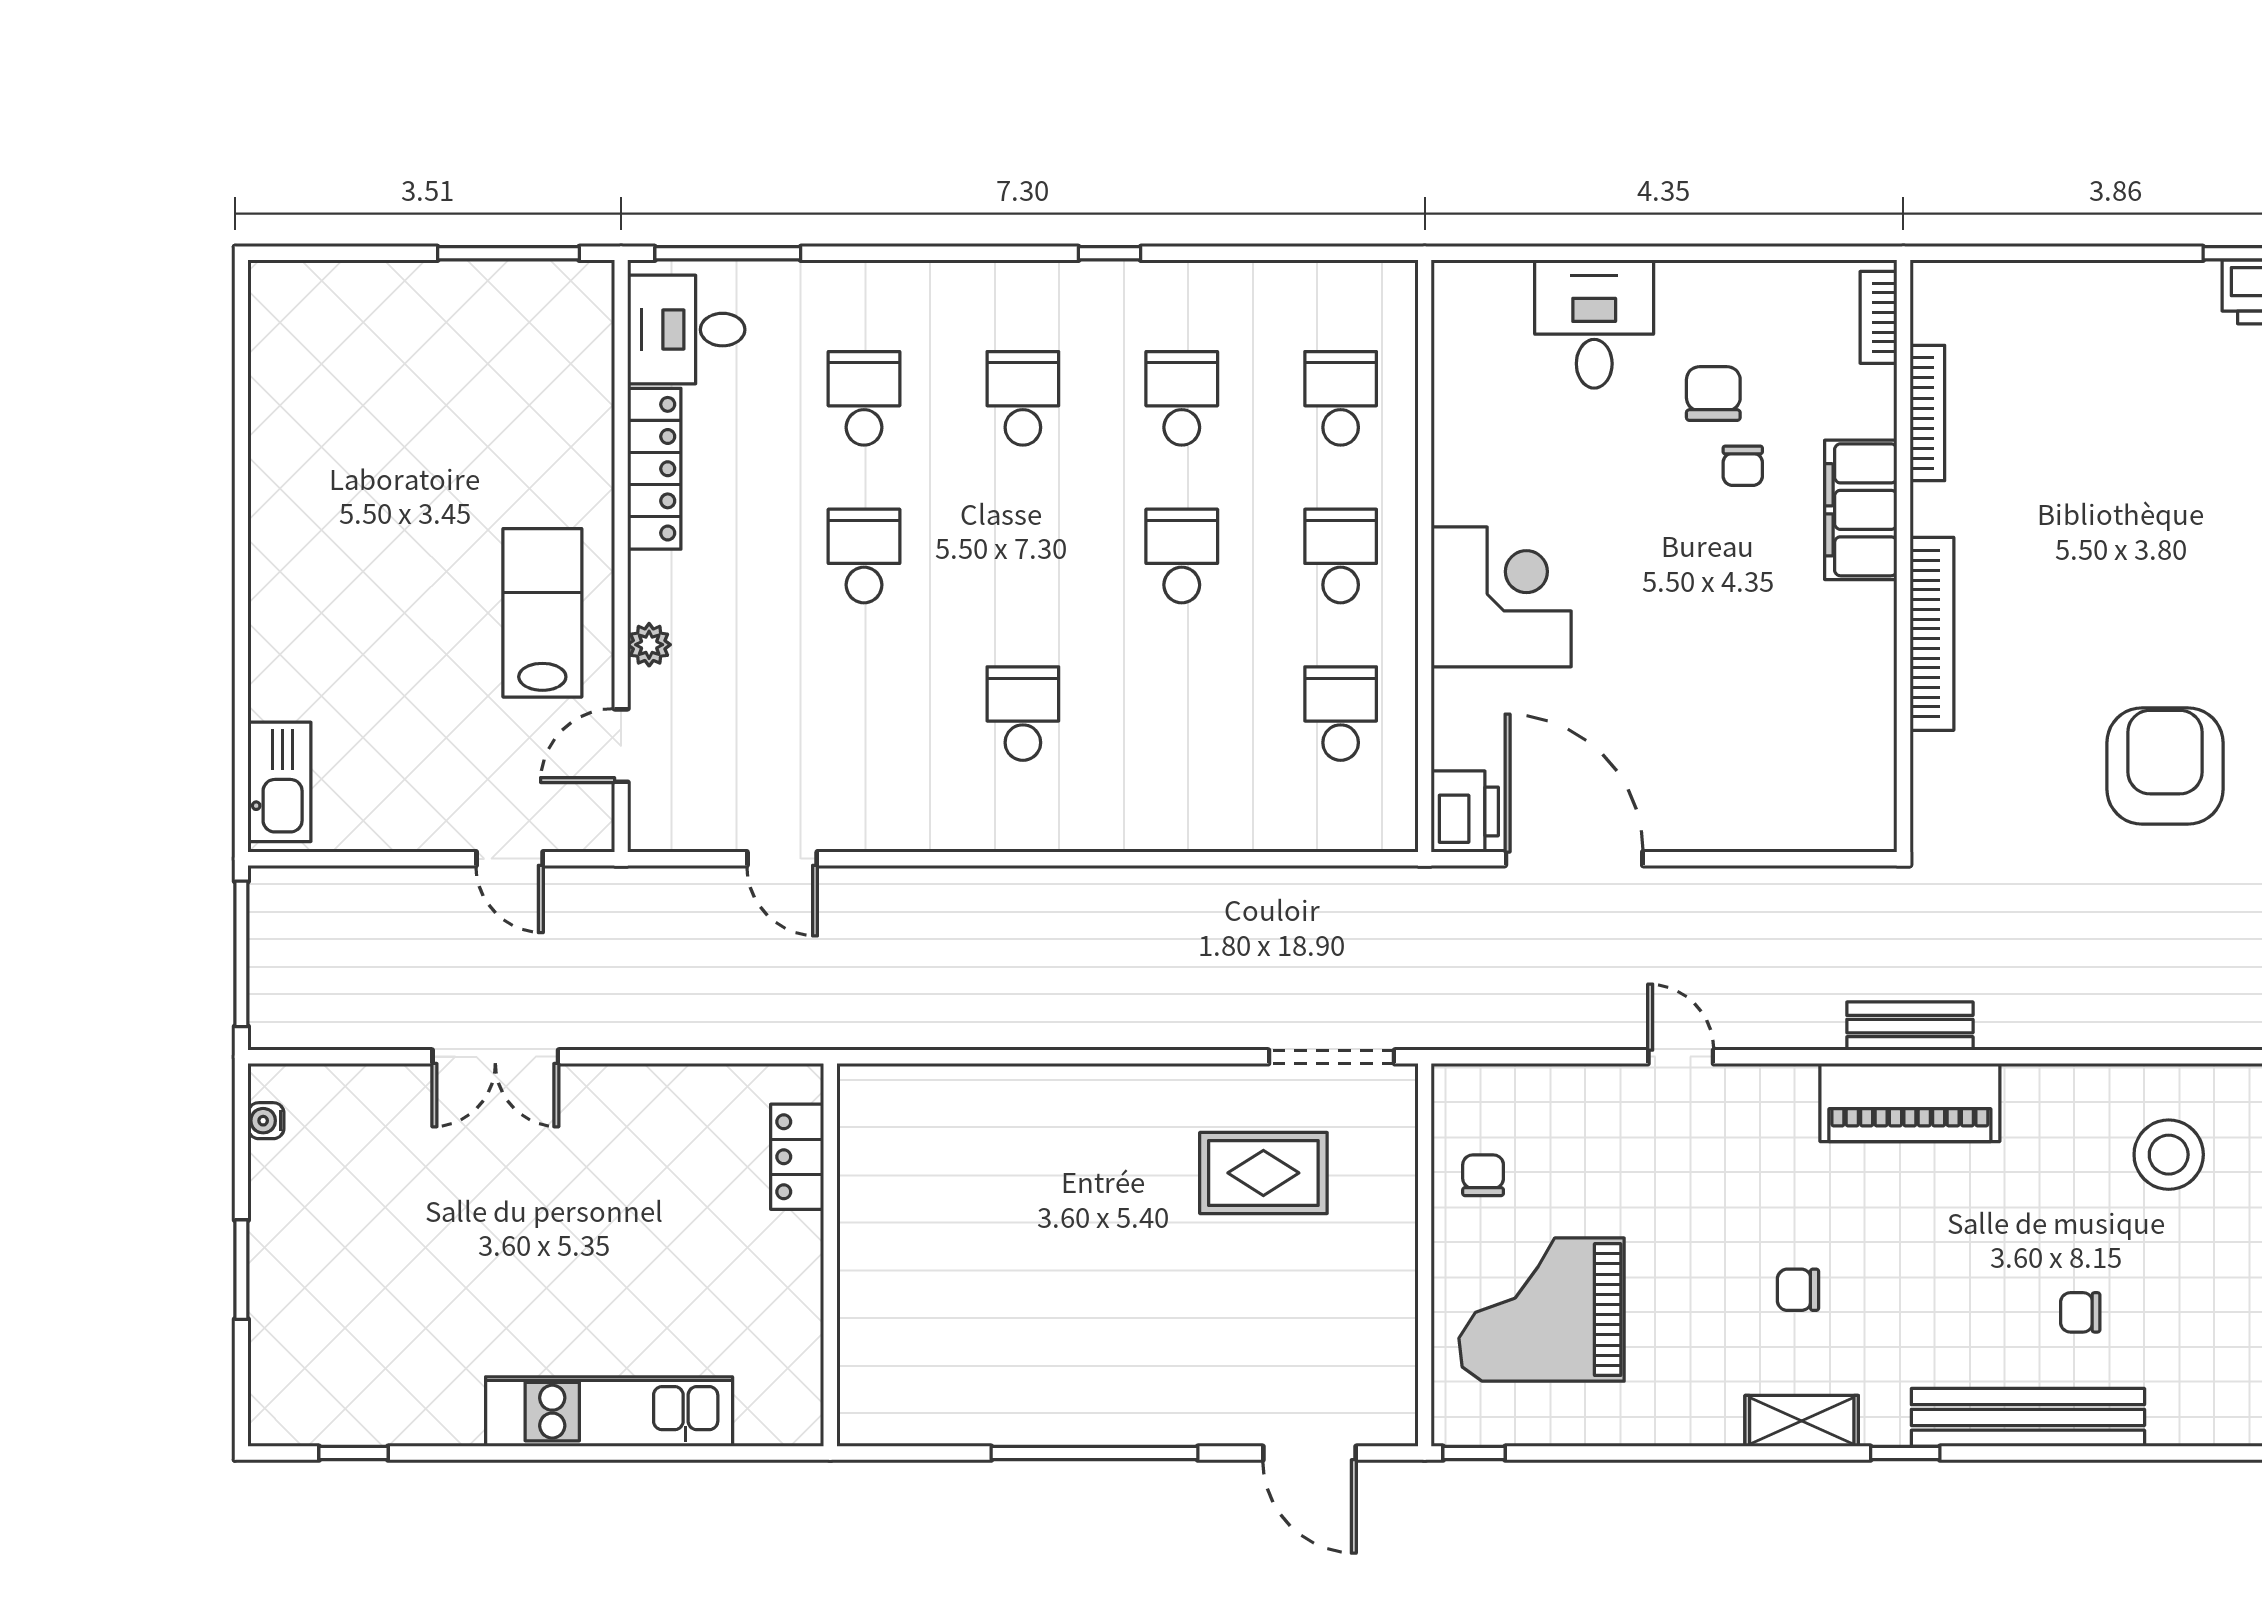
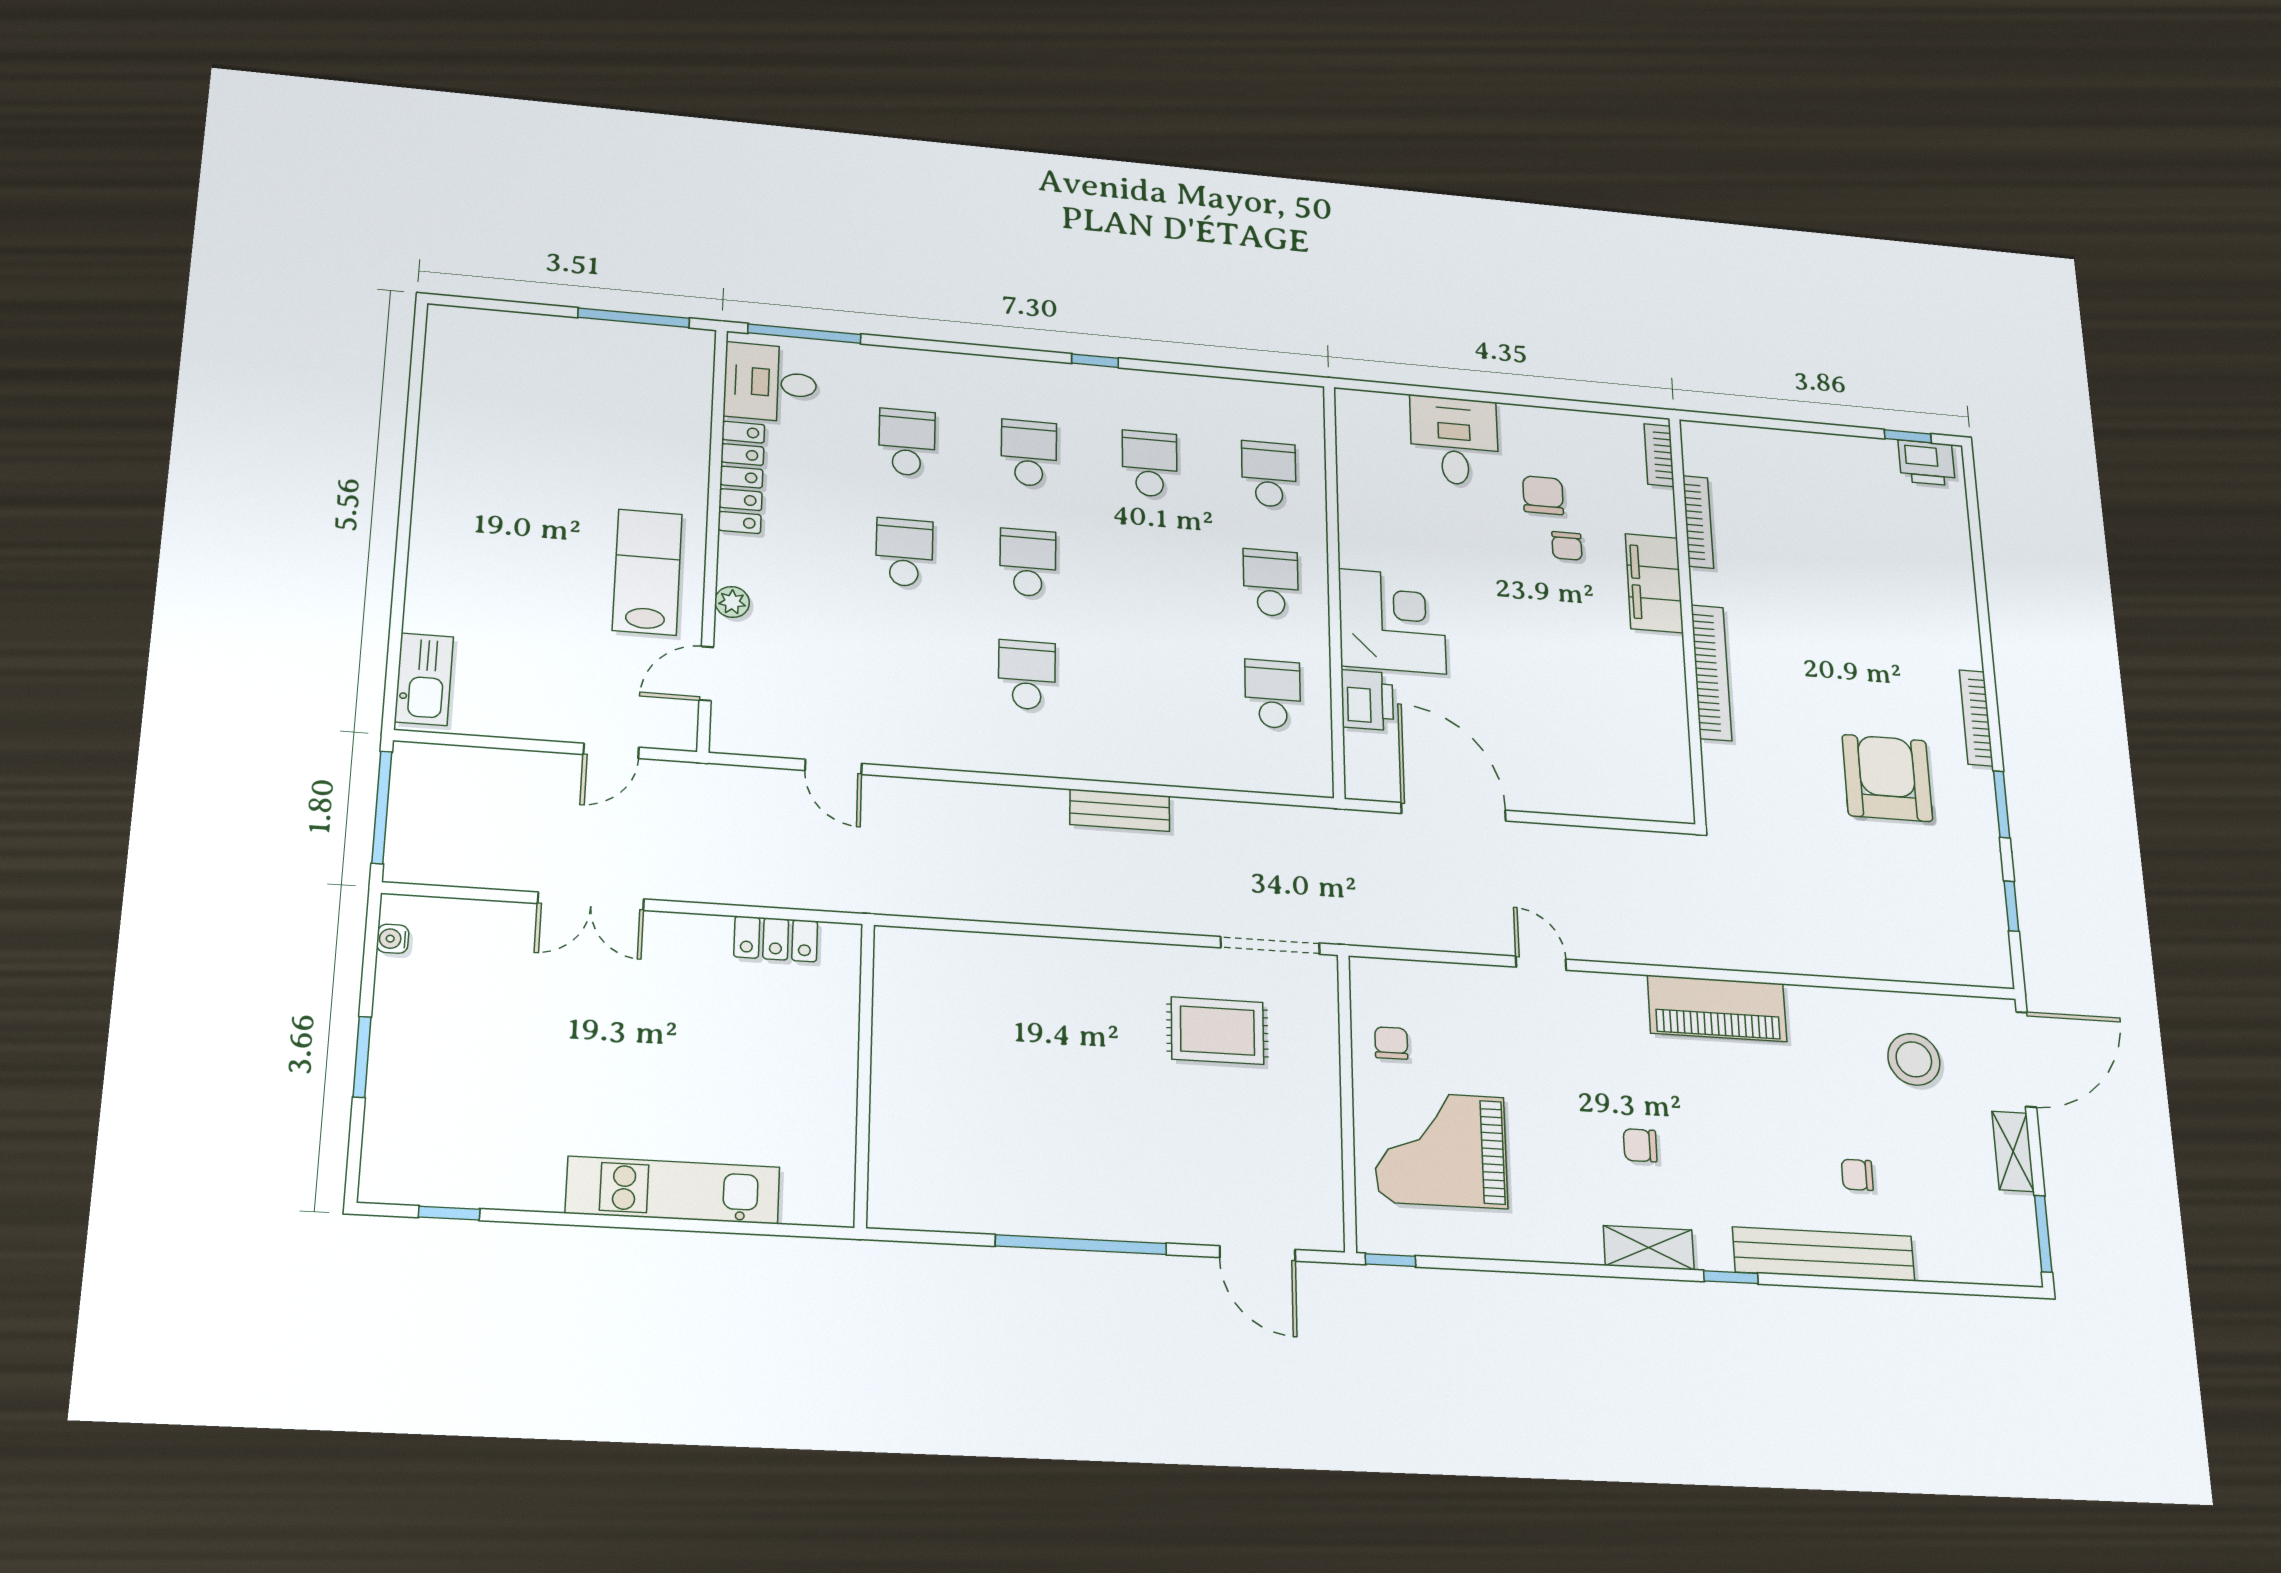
school desk: (1182, 556) -> (1028, 563), moved
printer: (1465, 811) -> (1367, 700), moved
door: (510, 859) -> (611, 751), hinge flipped
bench: (1910, 1026) -> (1120, 810), moved
locker: (797, 1157) -> (776, 939), moved, turned -90

